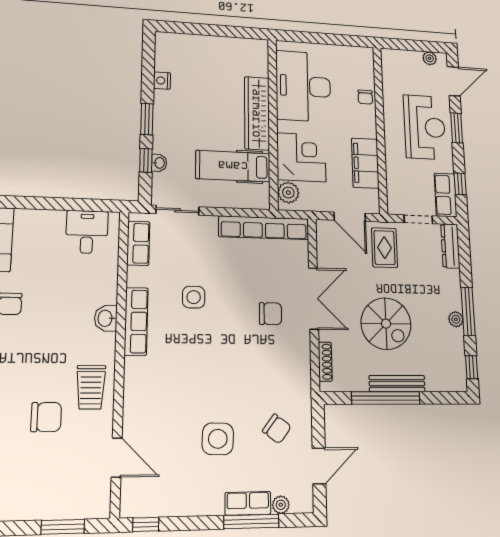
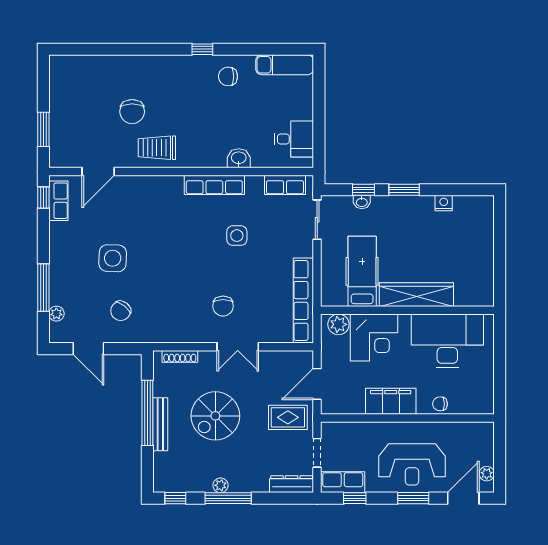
door: (454, 81) -> (463, 498), swing flipped
filing cabinet: (365, 163) -> (391, 401), moved
double door: (314, 298) -> (238, 347), width x0.73
washbasin: (106, 318) -> (239, 158), moved
row of seats: (248, 503) -> (58, 201), moved

